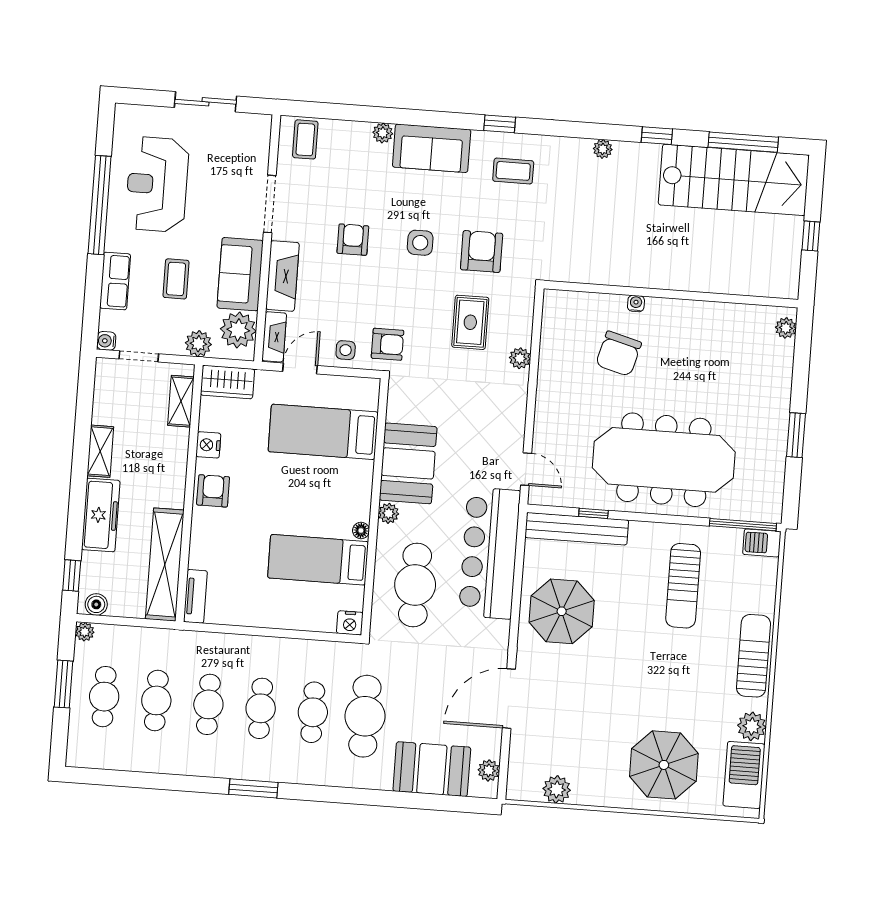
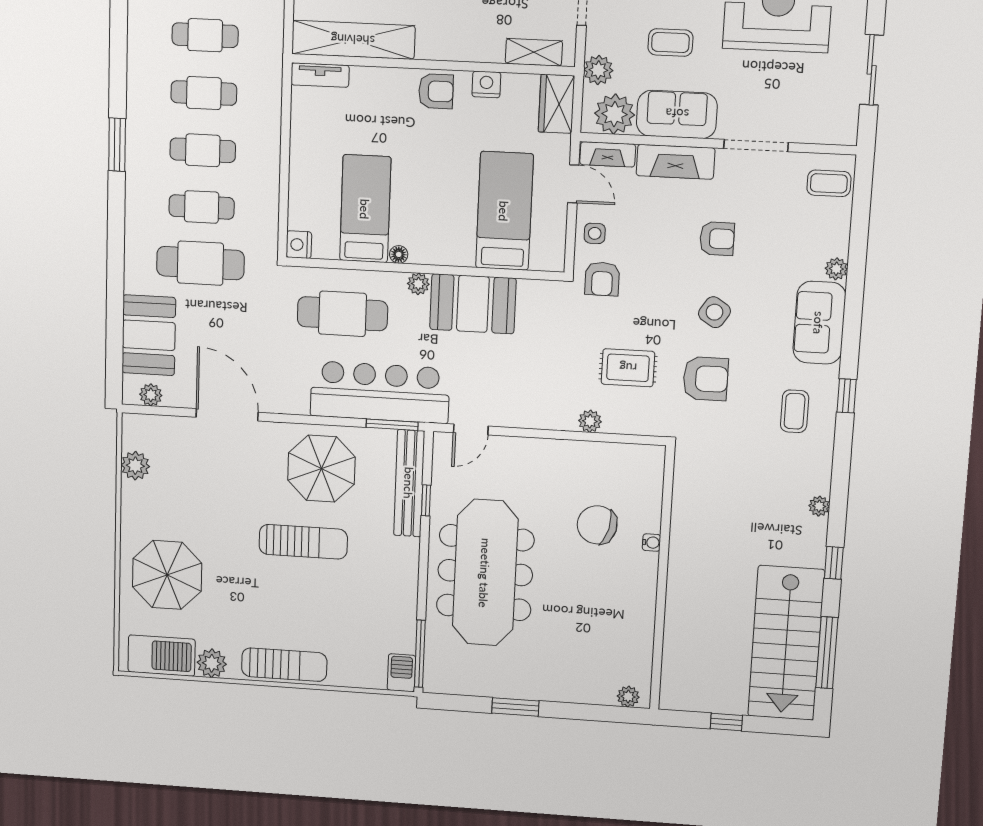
side table: (420, 243) -> (714, 312), turned 33
window: (521, 543) -> (392, 425), added
sun lounger: (683, 586) -> (303, 542), moved, turned 180

